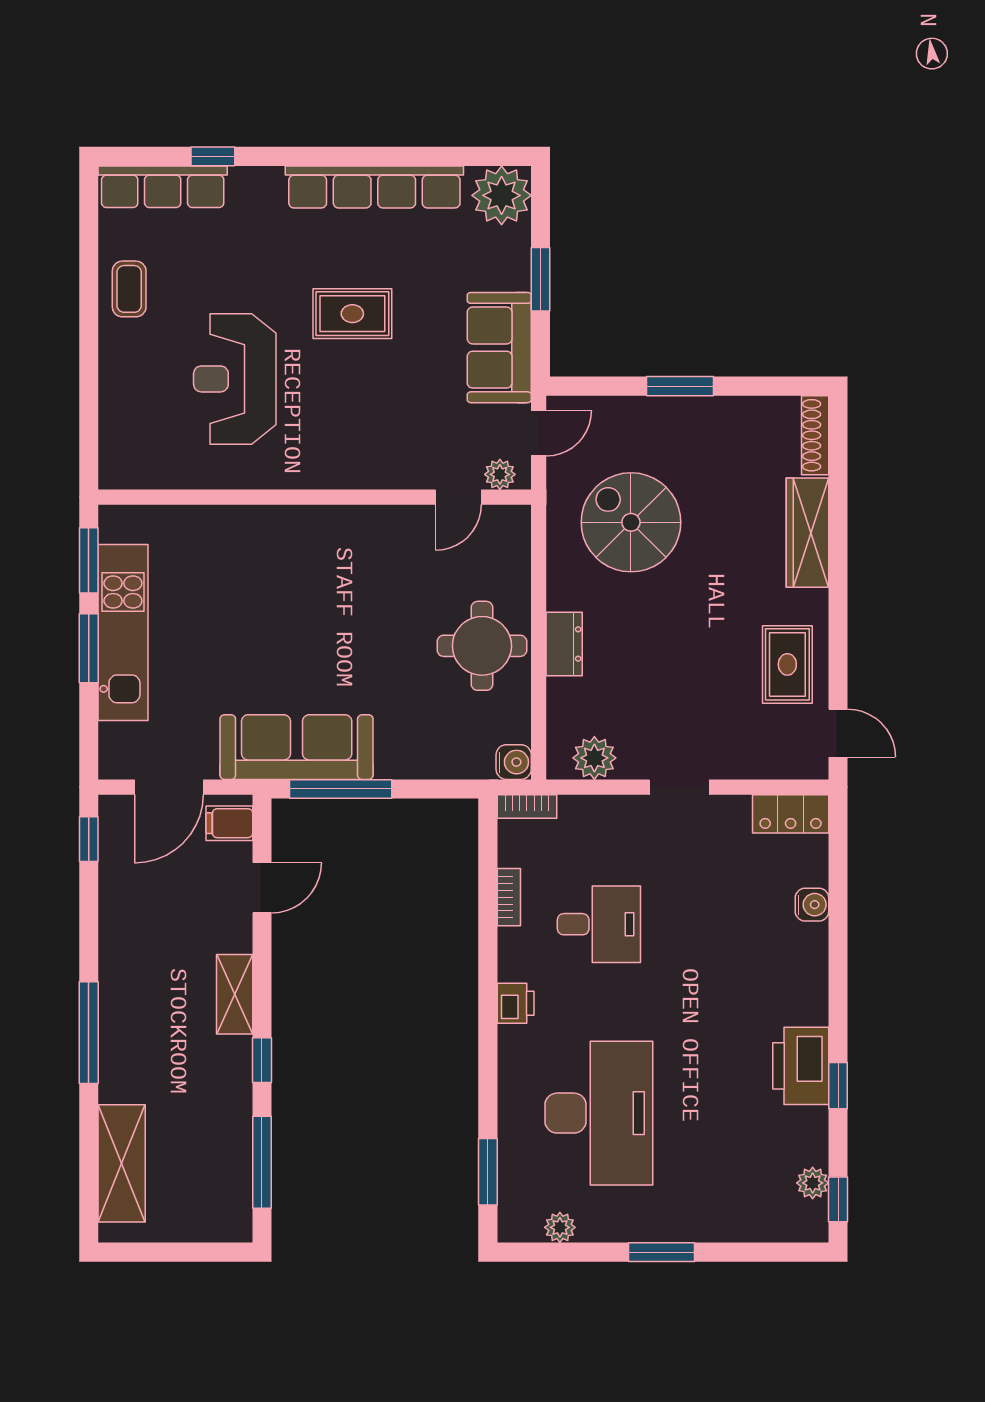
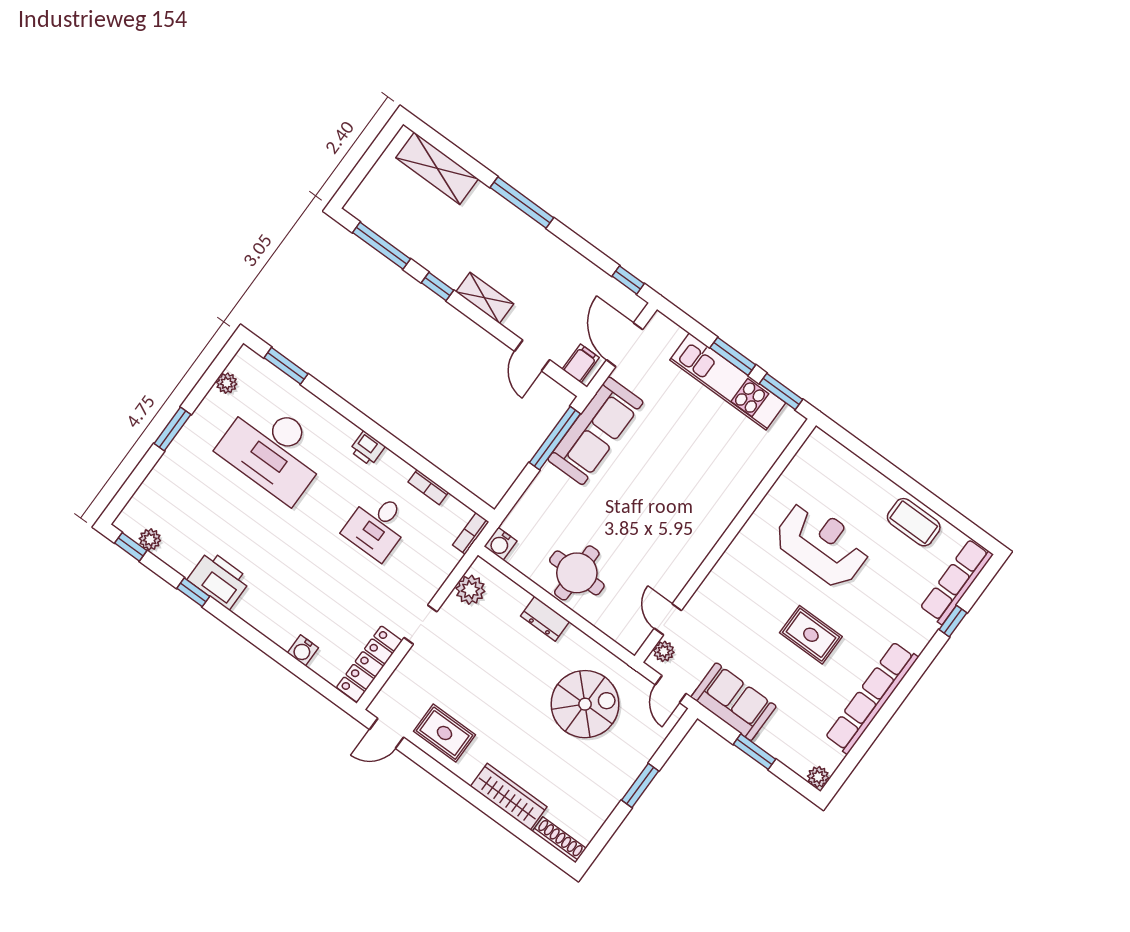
plant: (502, 195) -> (818, 777), width x0.53, depth x0.53
coffee table: (129, 289) -> (914, 522), width x1.36, depth x1.30
rug: (352, 314) -> (811, 635), turned 90
locker: (791, 814) -> (369, 664), width x1.53

